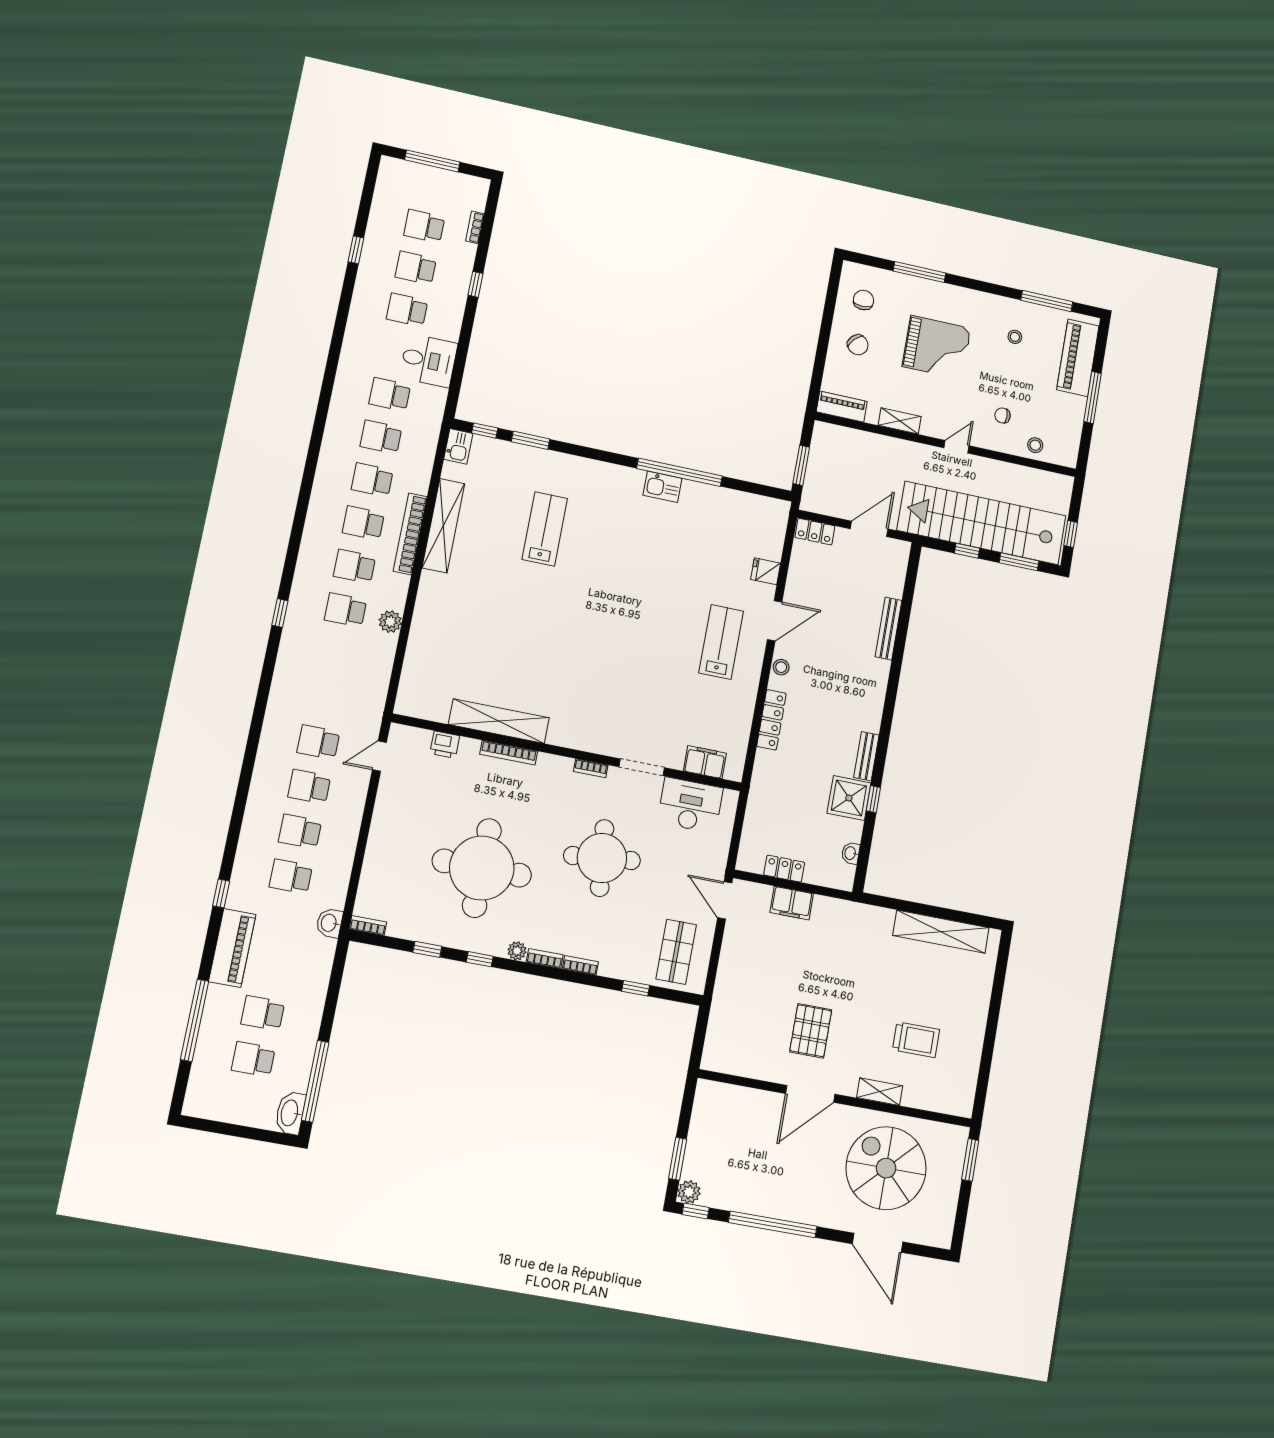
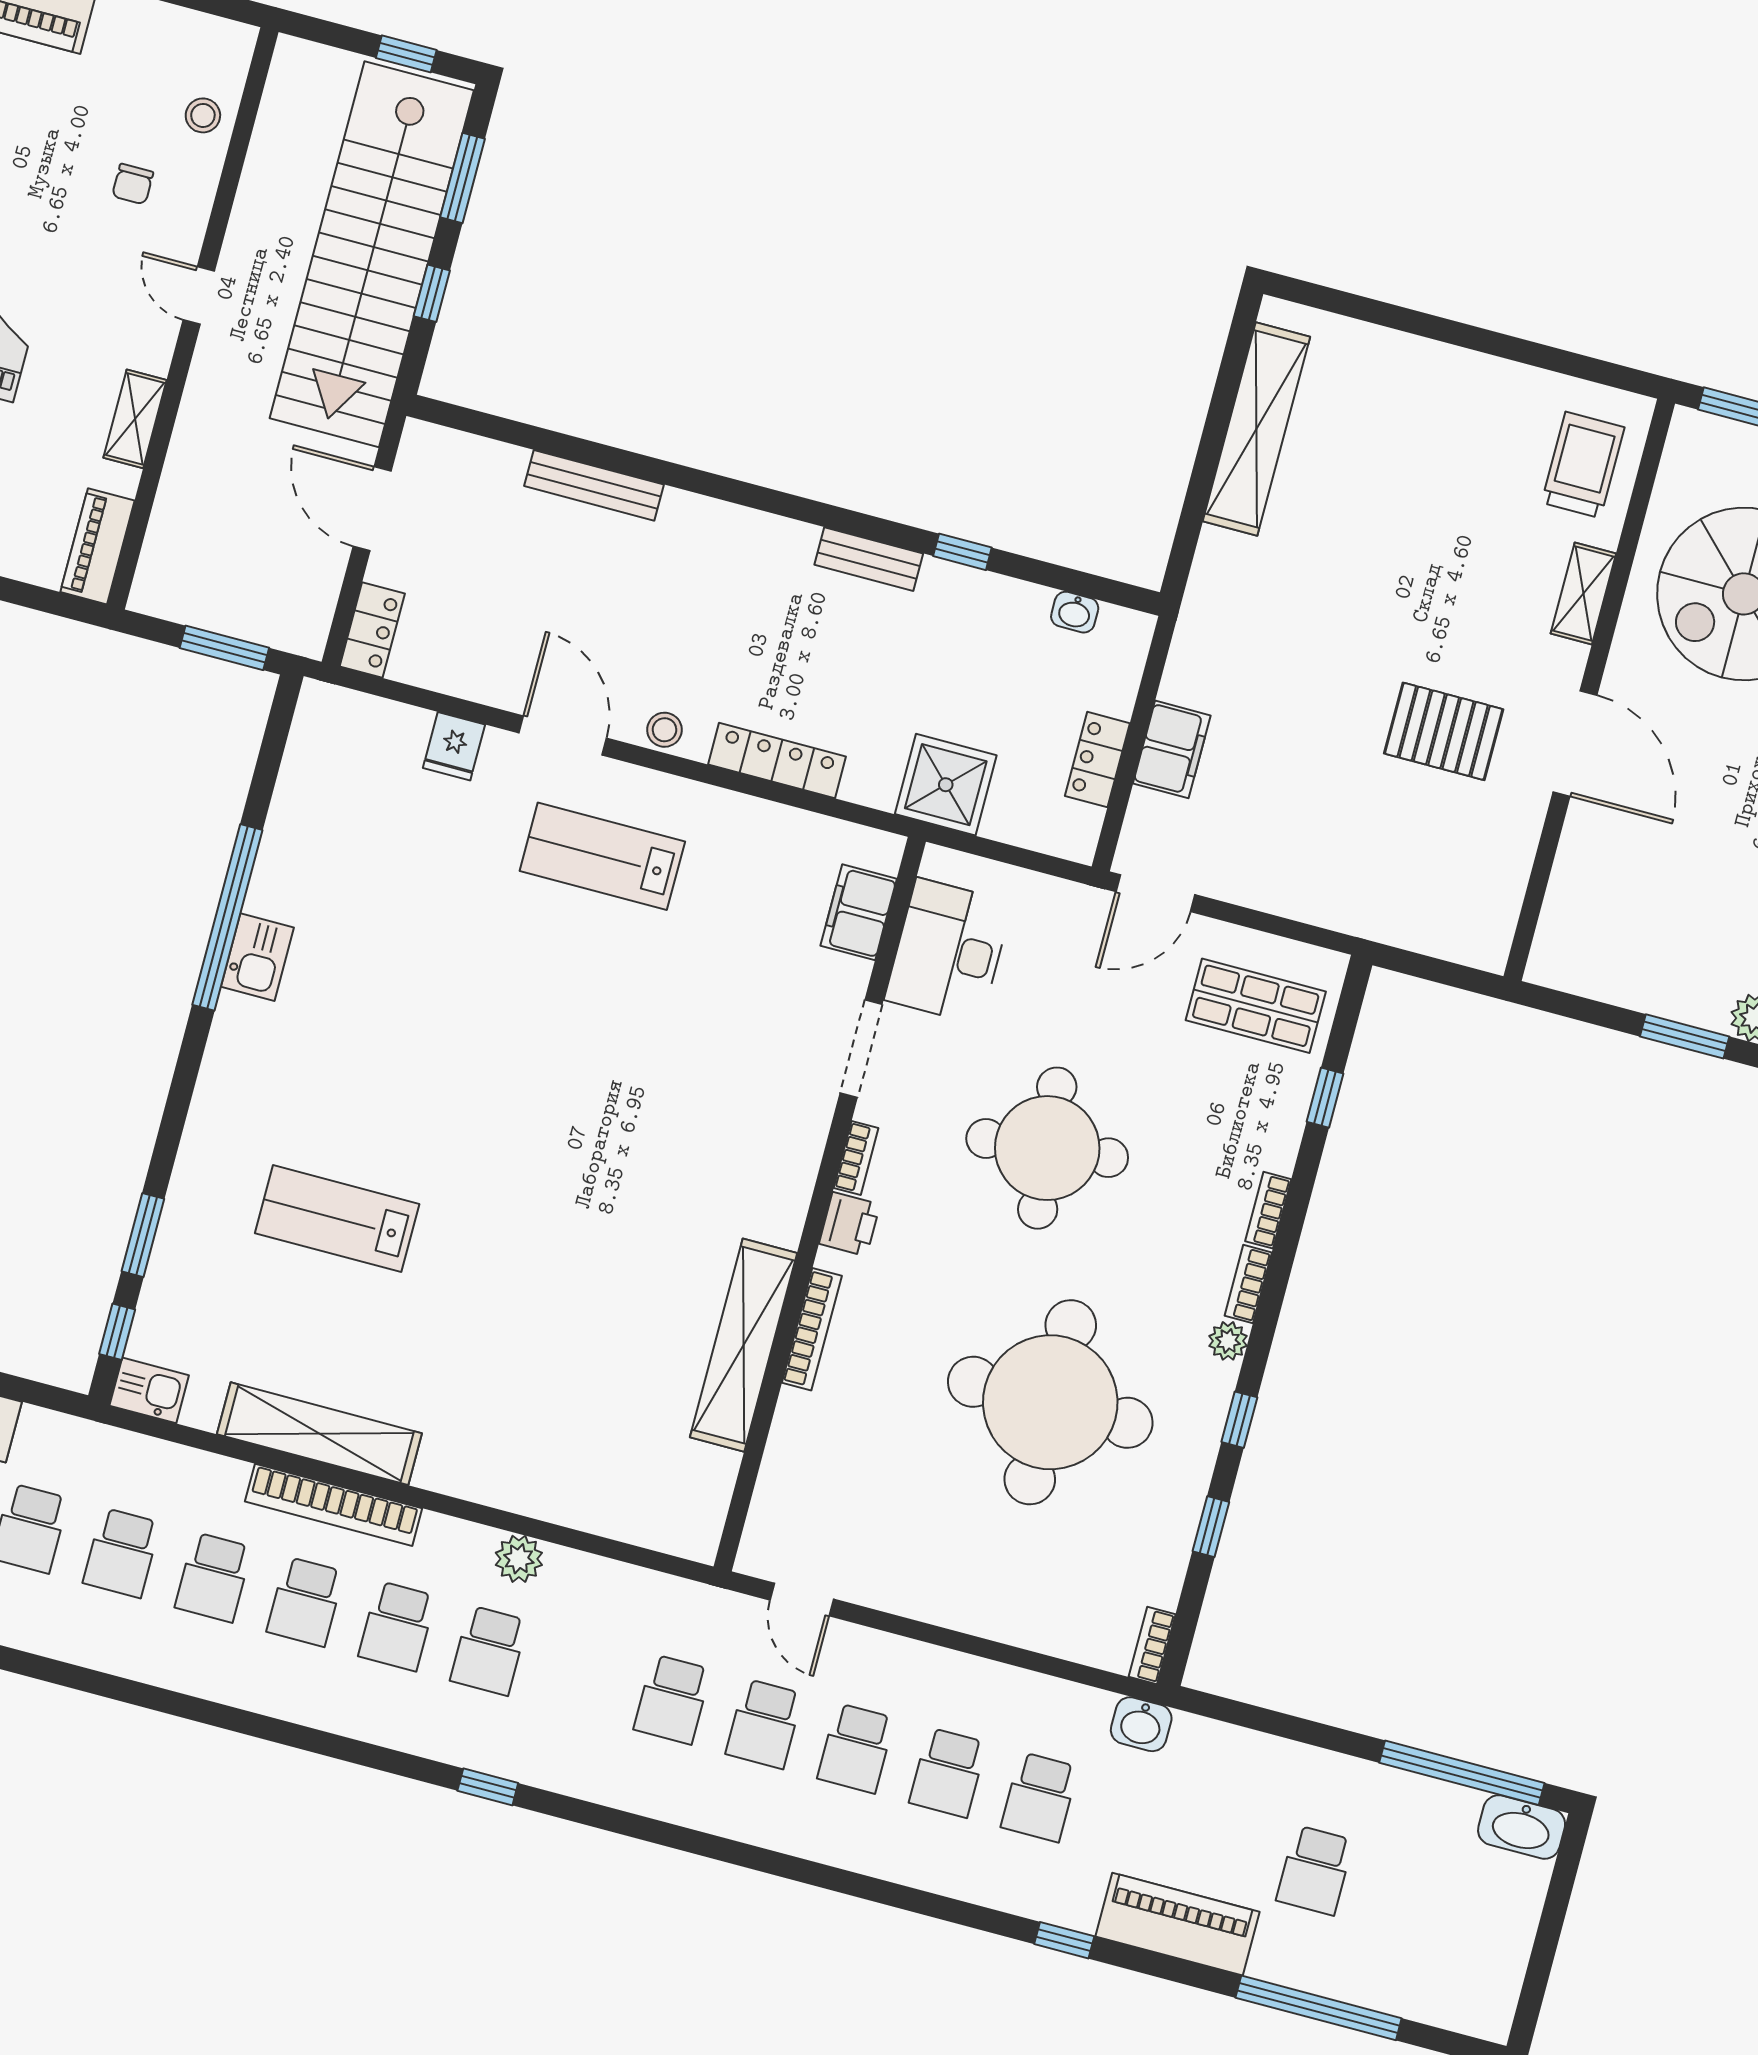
printer: (445, 745) -> (849, 1224), moved
shower: (849, 798) -> (946, 785), moved
trolley: (916, 1040) -> (1583, 465), moved
school desk: (253, 1059) -> (672, 1699), moved

